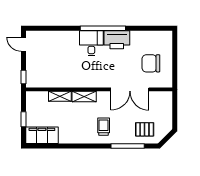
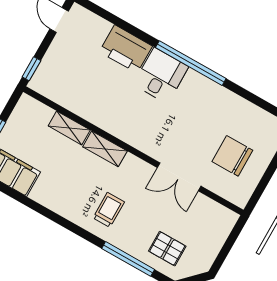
printer: (117, 40) -> (126, 49), moved
double door: (130, 89) -> (179, 177), width x0.73

